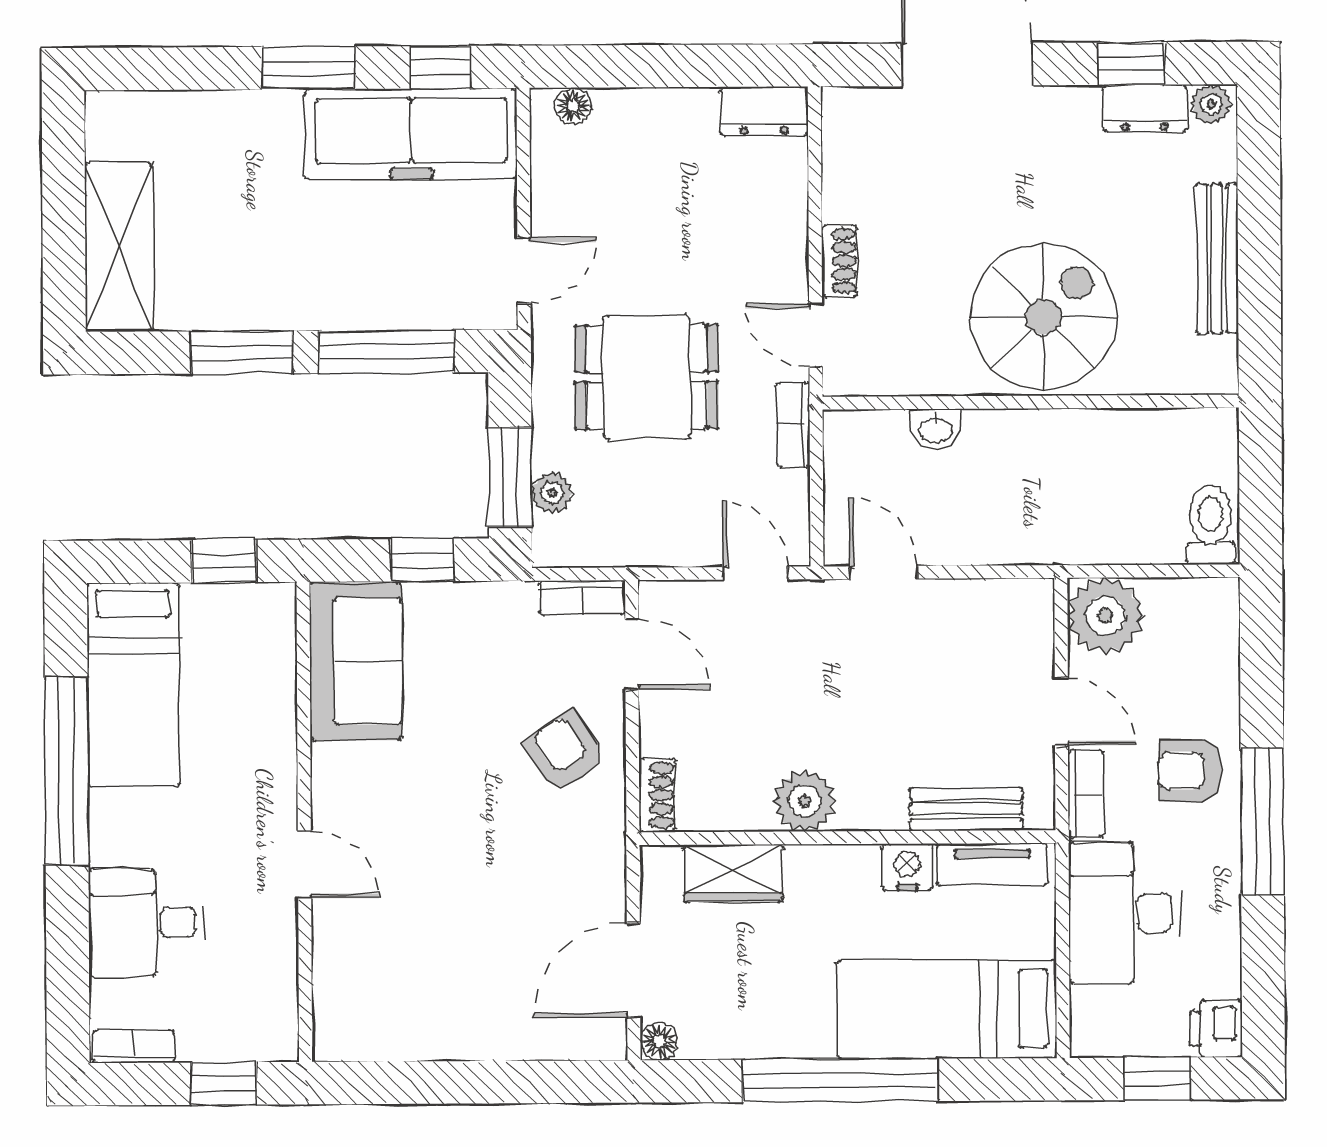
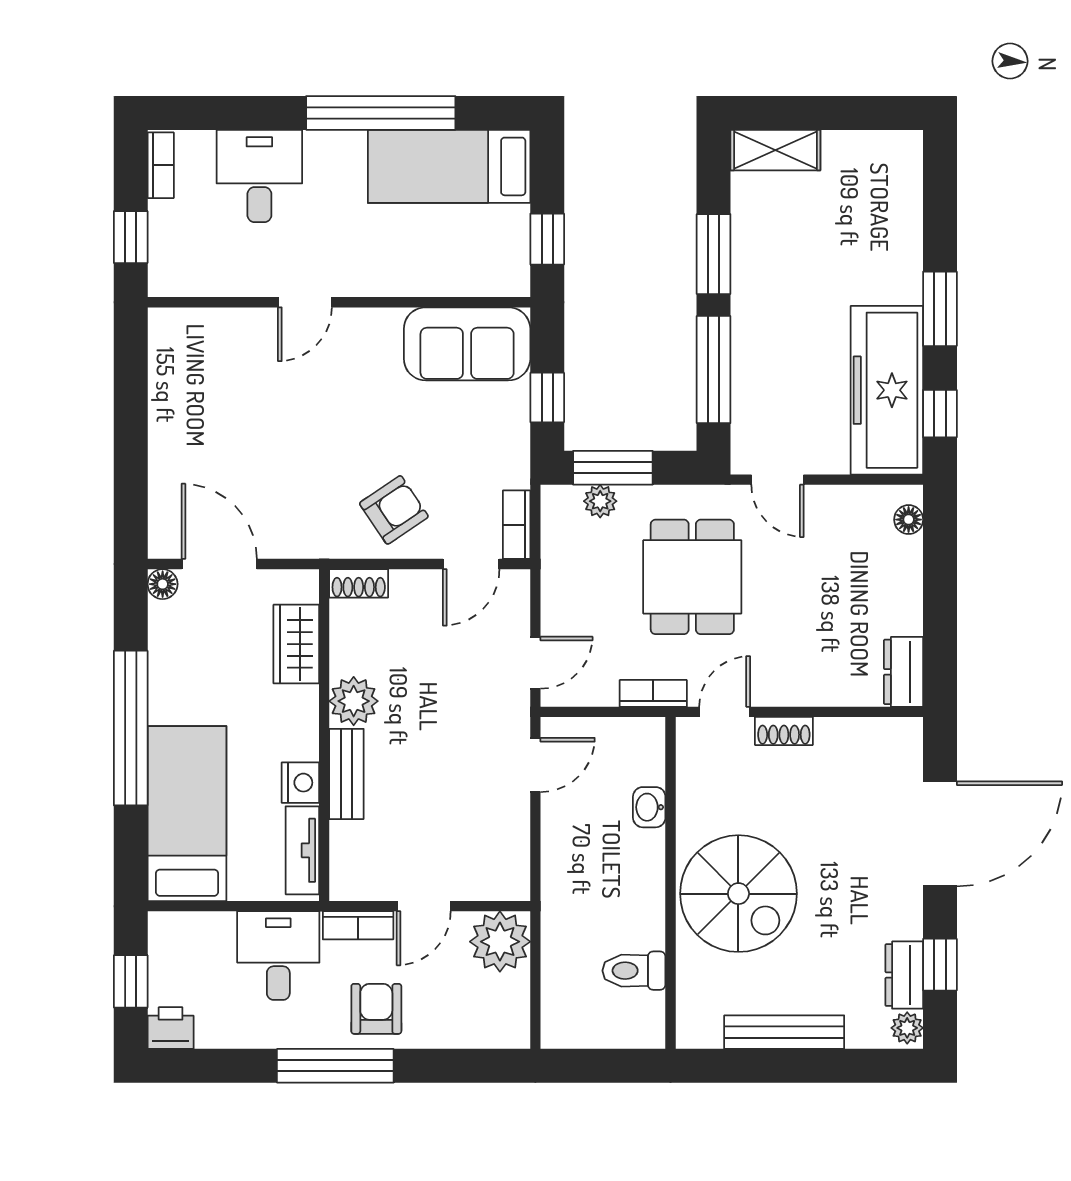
shelving: (119, 247) -> (775, 150), width x0.67, depth x0.75
toilet: (1211, 525) -> (634, 971), moved, turned 180
bench: (966, 809) -> (346, 774), moved
desk: (1124, 913) -> (278, 956), width x0.73

